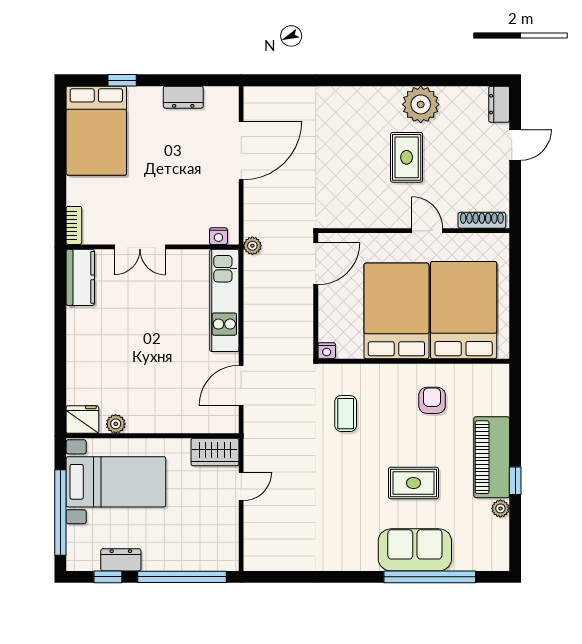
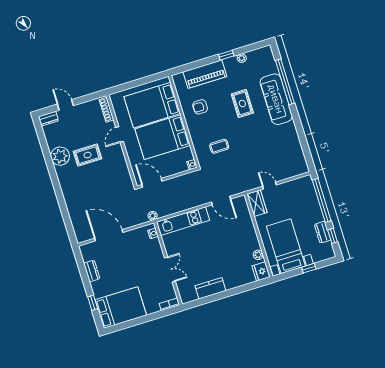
kitchen counter: (80, 277) -> (210, 288), moved
piano: (492, 457) -> (205, 74), moved
window: (60, 513) -> (309, 268), width x0.32
sofa: (415, 550) -> (276, 99), width x1.36

